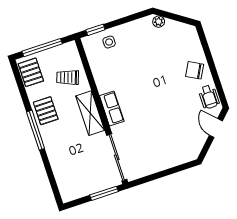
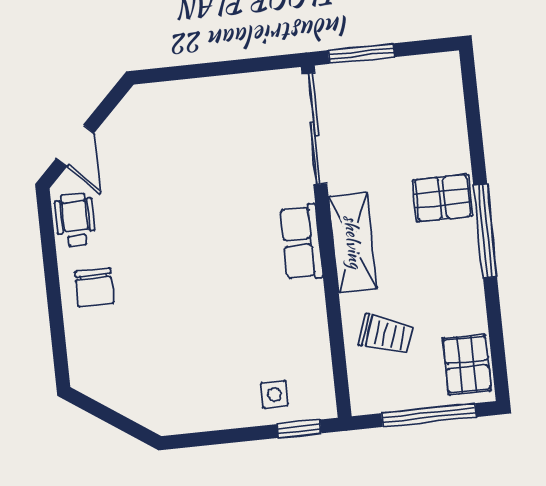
plant: (159, 22) -> (152, 416), removed
chair: (195, 70) -> (94, 287), turned 62
pallet: (46, 111) -> (443, 198), moved, turned 90

